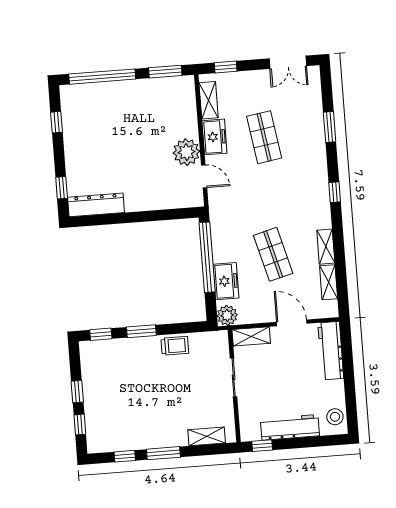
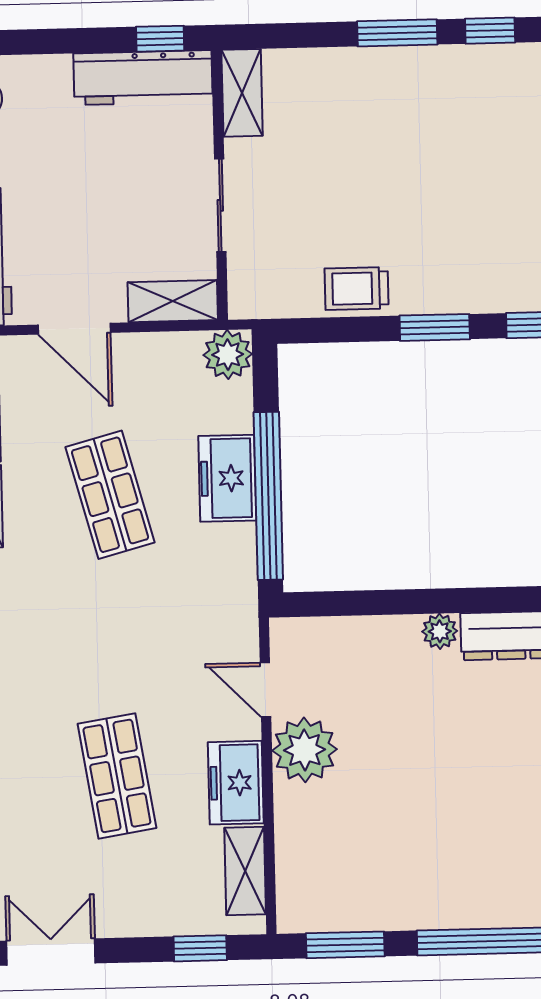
plant: (133, 205) -> (440, 631), added
freezer: (226, 281) -> (227, 478), moved
workbench: (290, 427) -> (143, 78), moved
shelving: (207, 436) -> (242, 93), moved, turned 90

